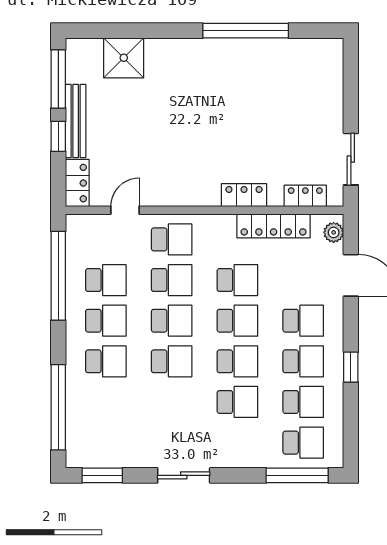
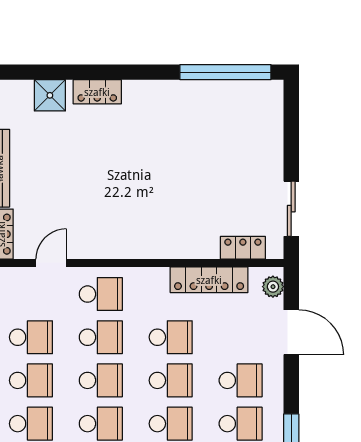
window: (246, 31) -> (225, 72), moved
shower: (124, 58) -> (50, 95), width x0.73, depth x0.73
locker: (244, 195) -> (97, 92), moved, turned 180

